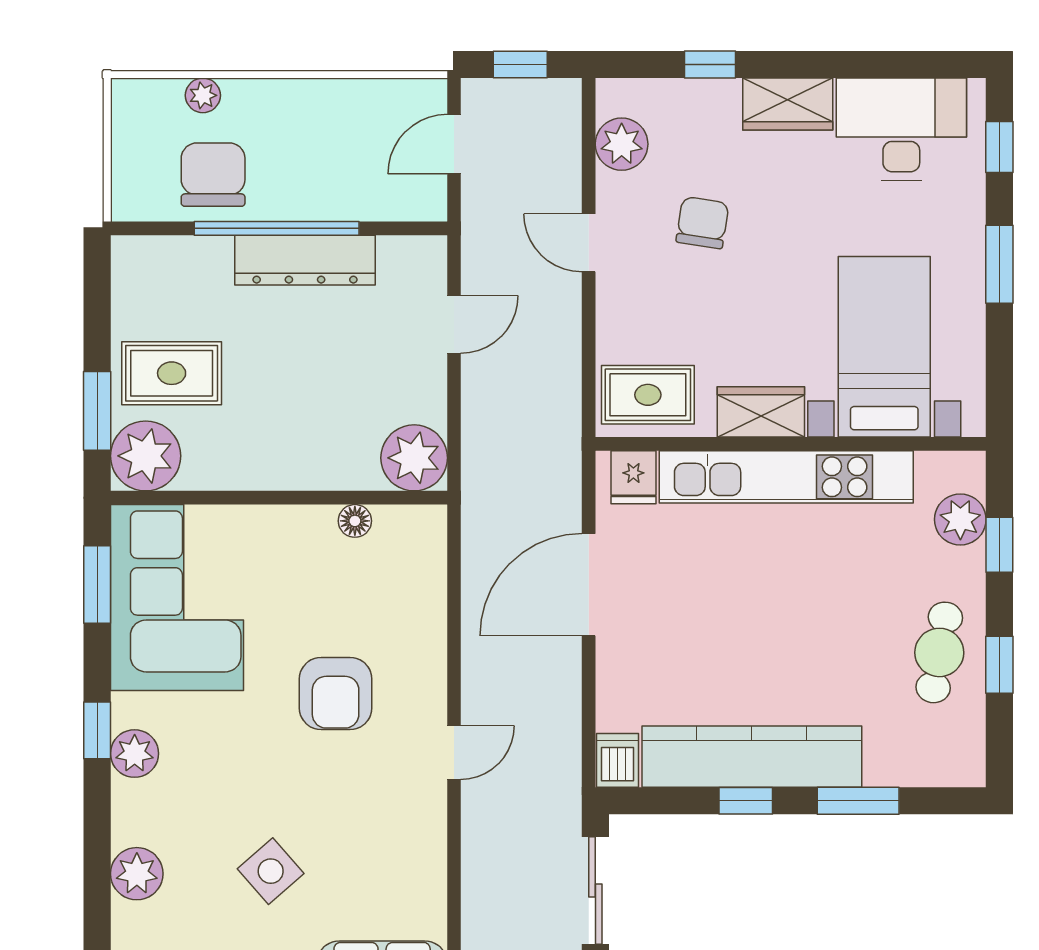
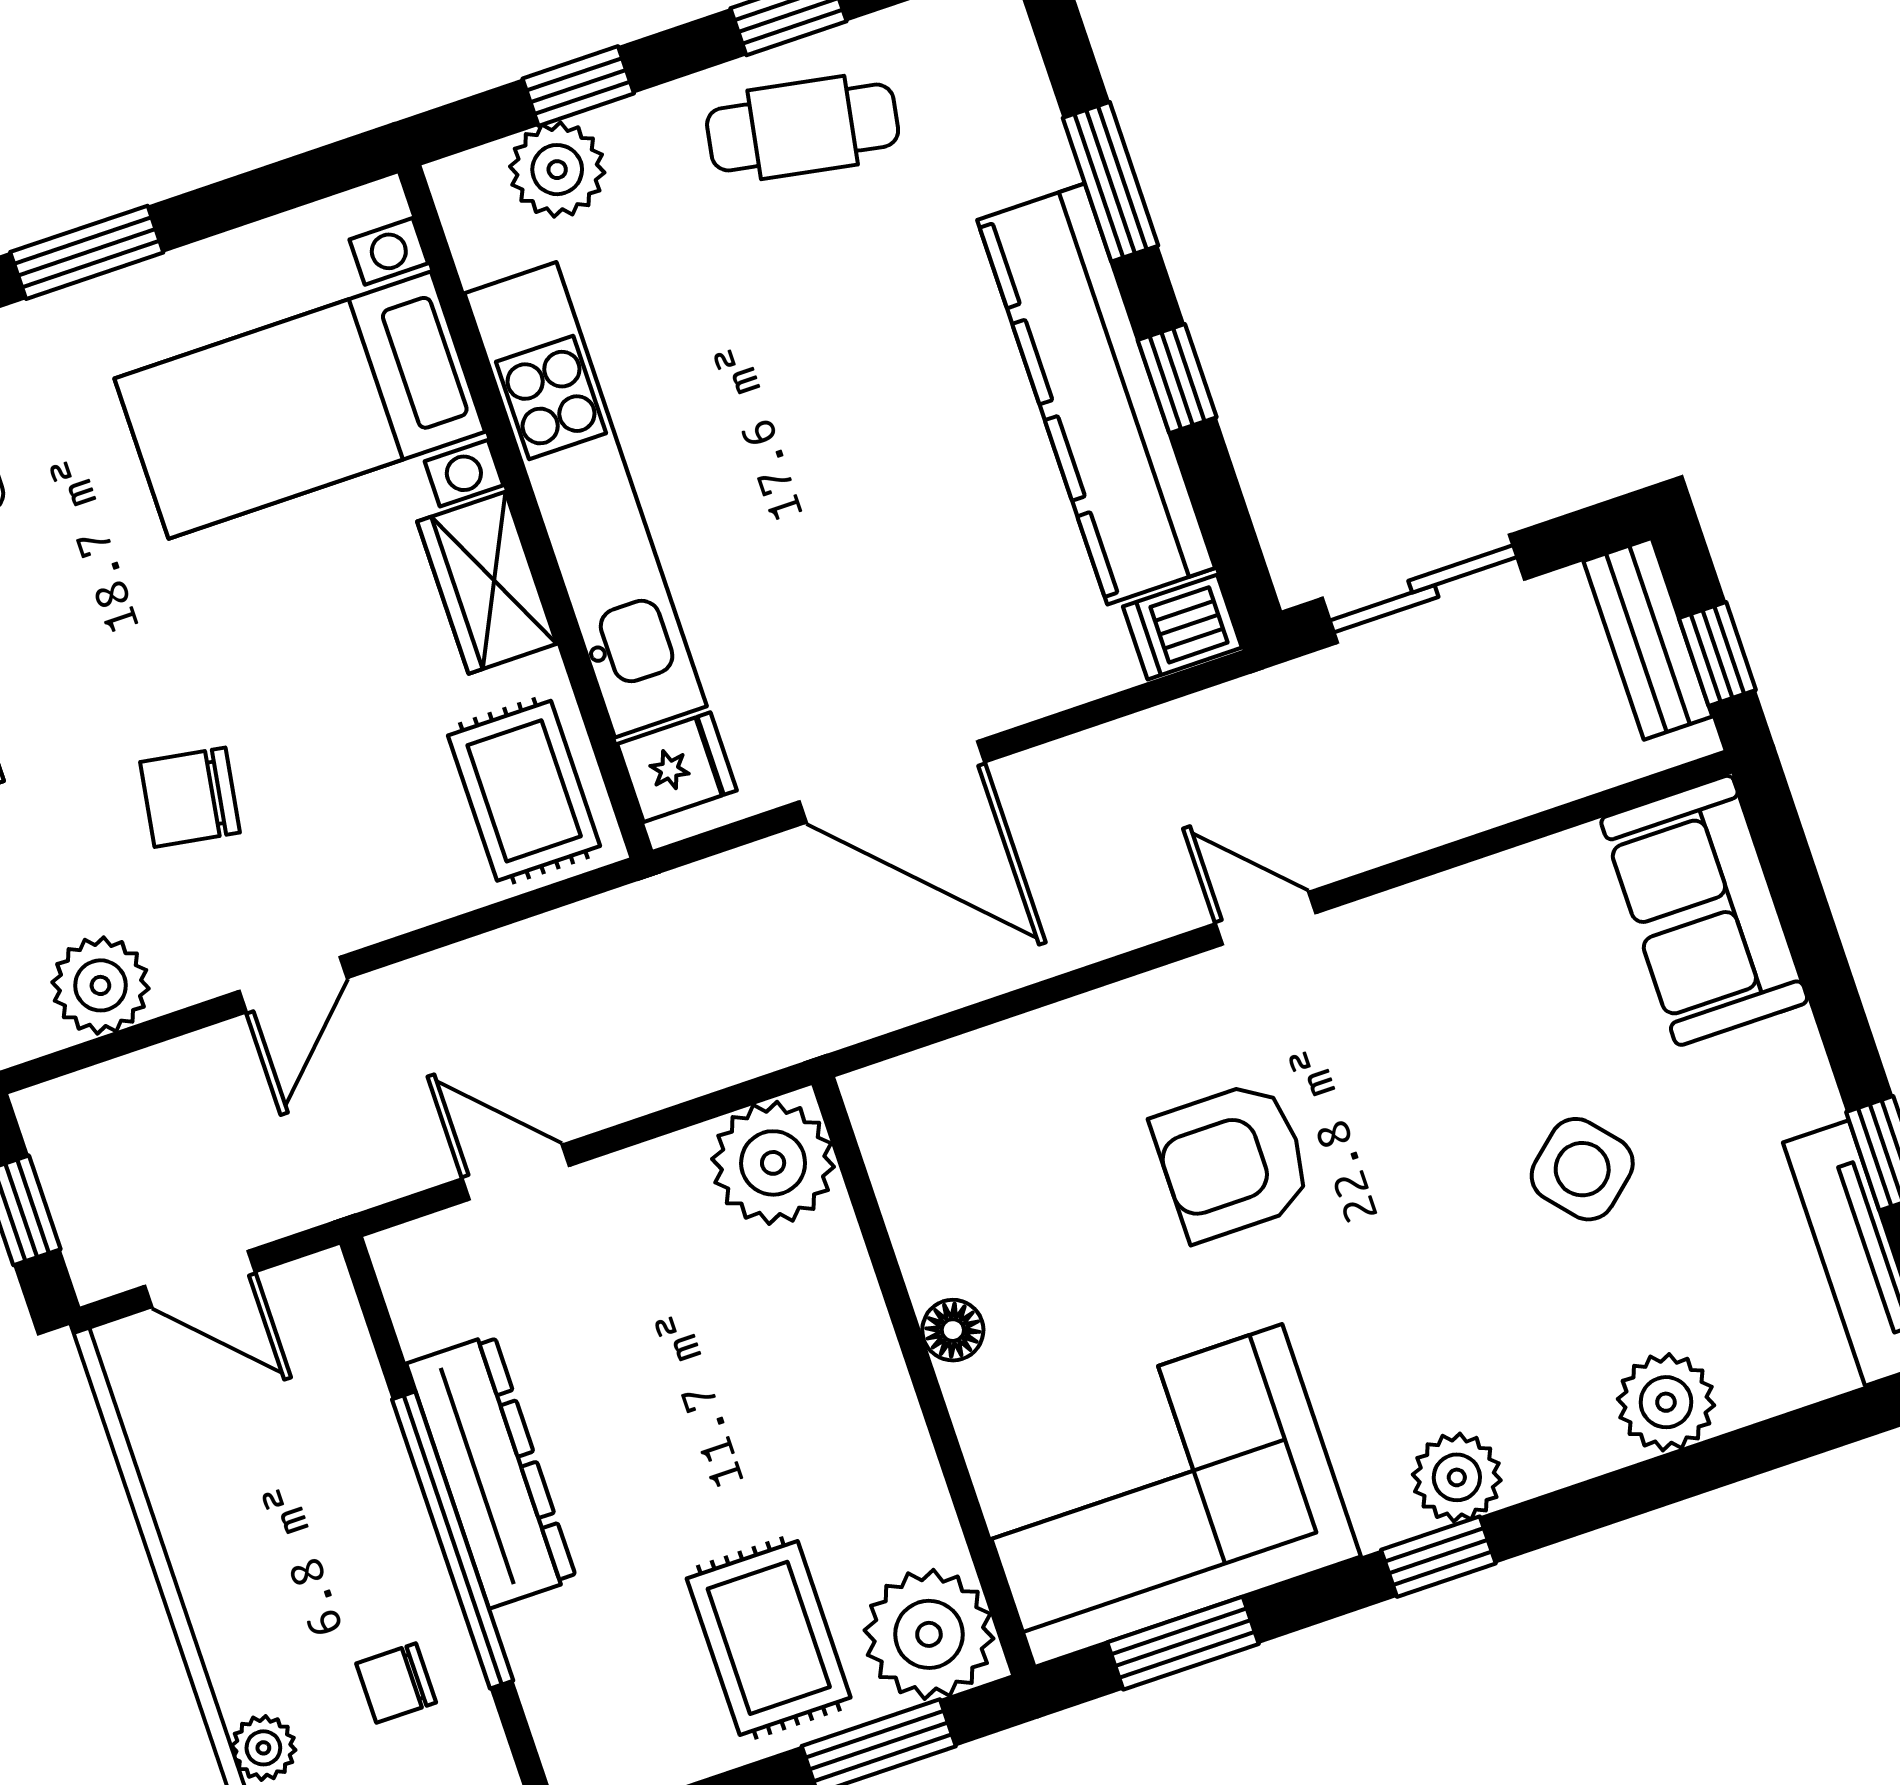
chair: (213, 175) -> (396, 1683), width x0.54, depth x0.54
floor lamp: (355, 521) -> (953, 1330), moved
armchair: (336, 693) -> (1232, 1161), turned 180

